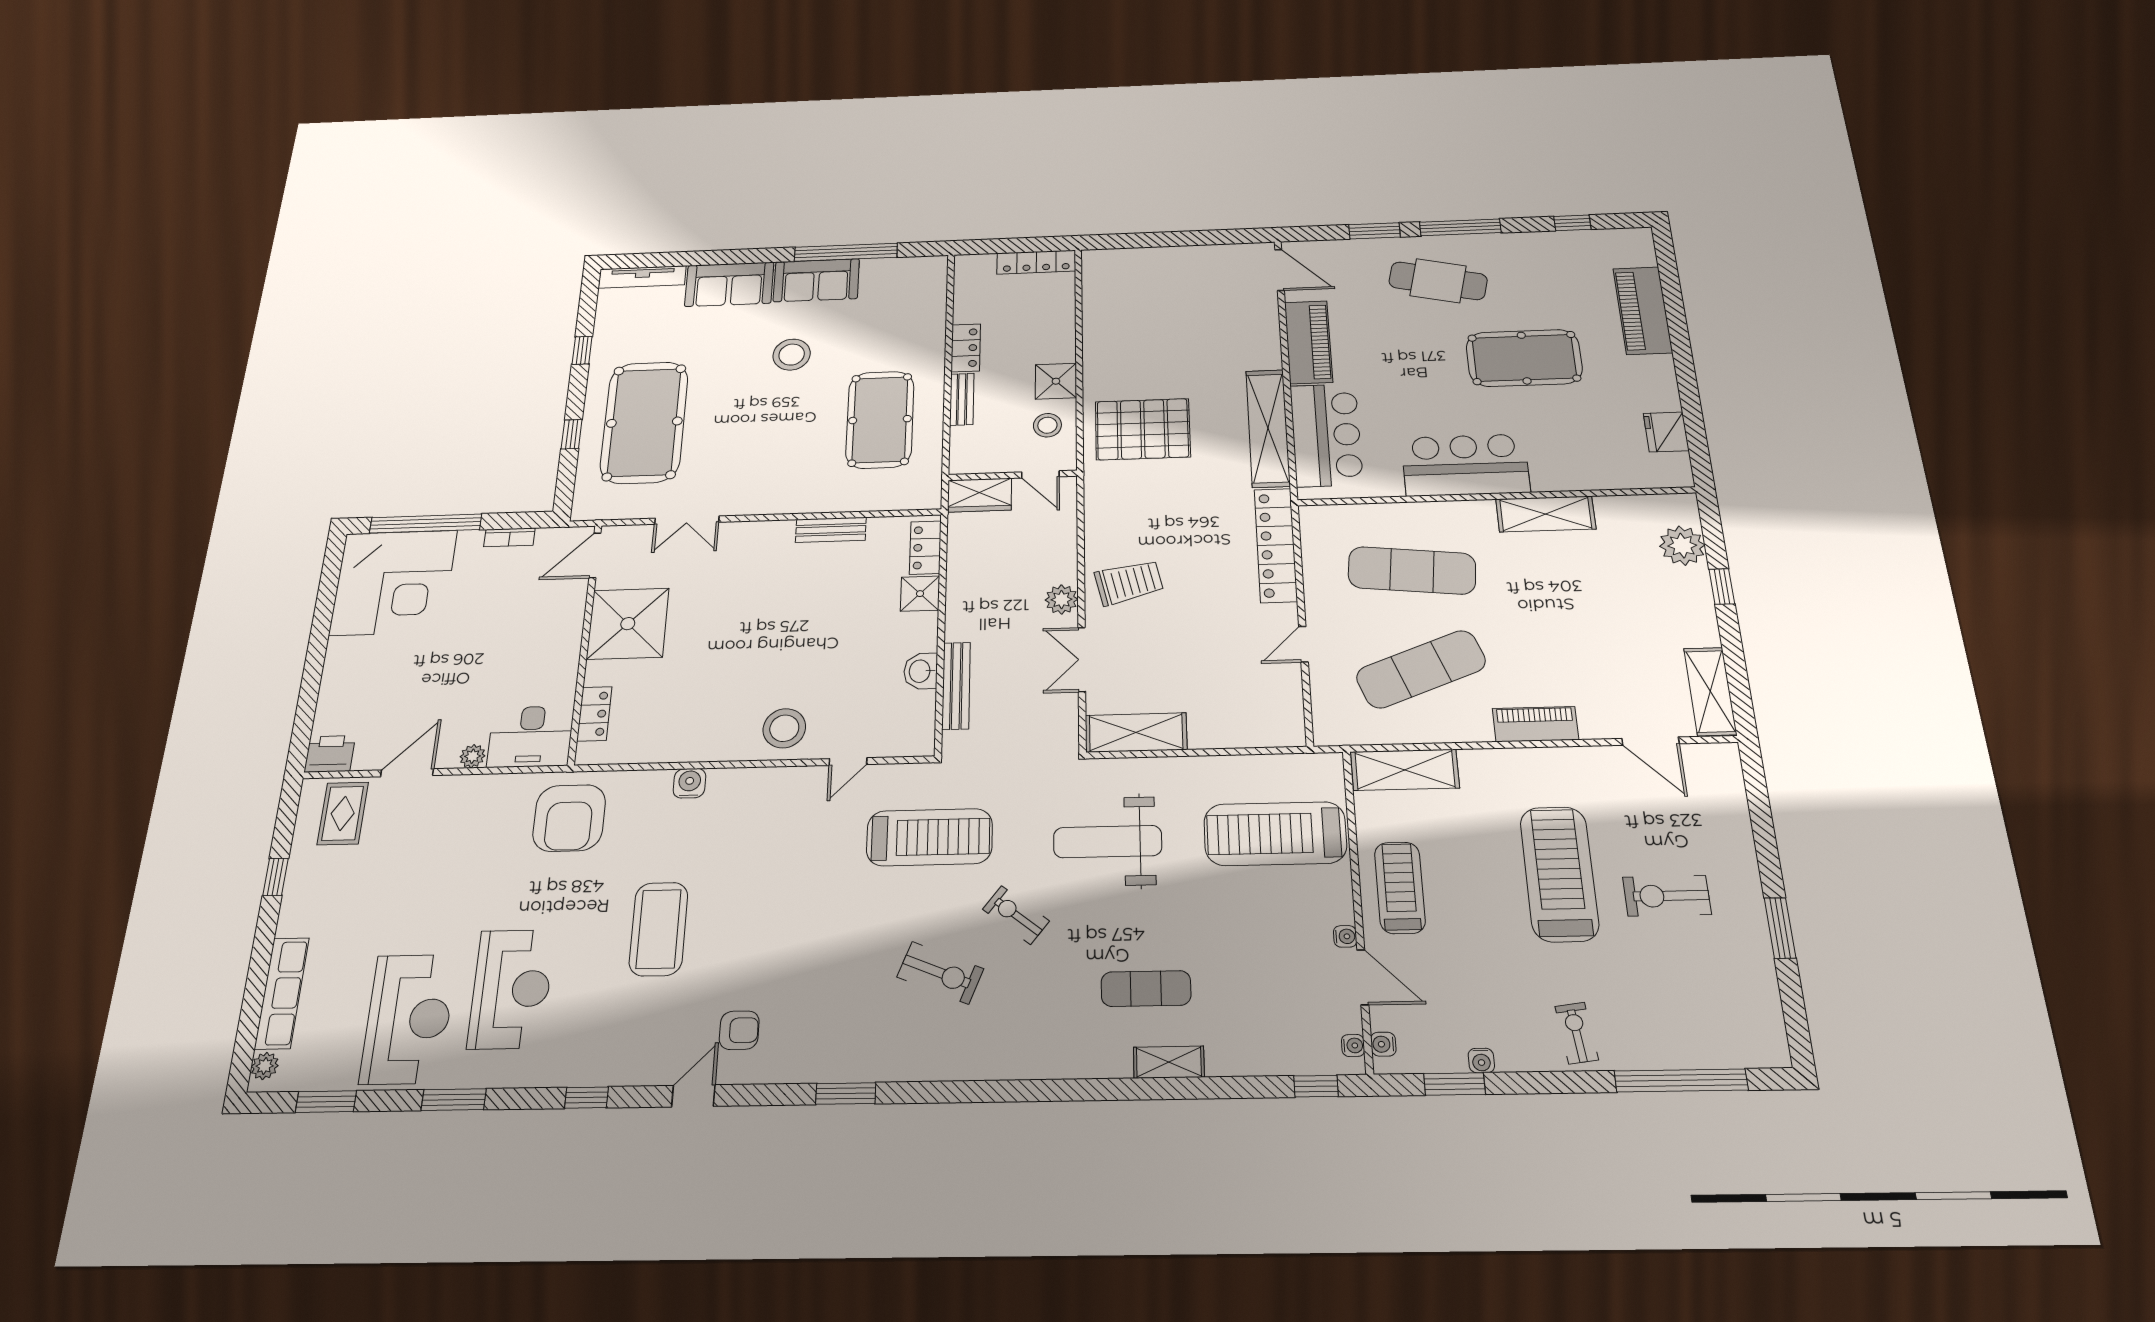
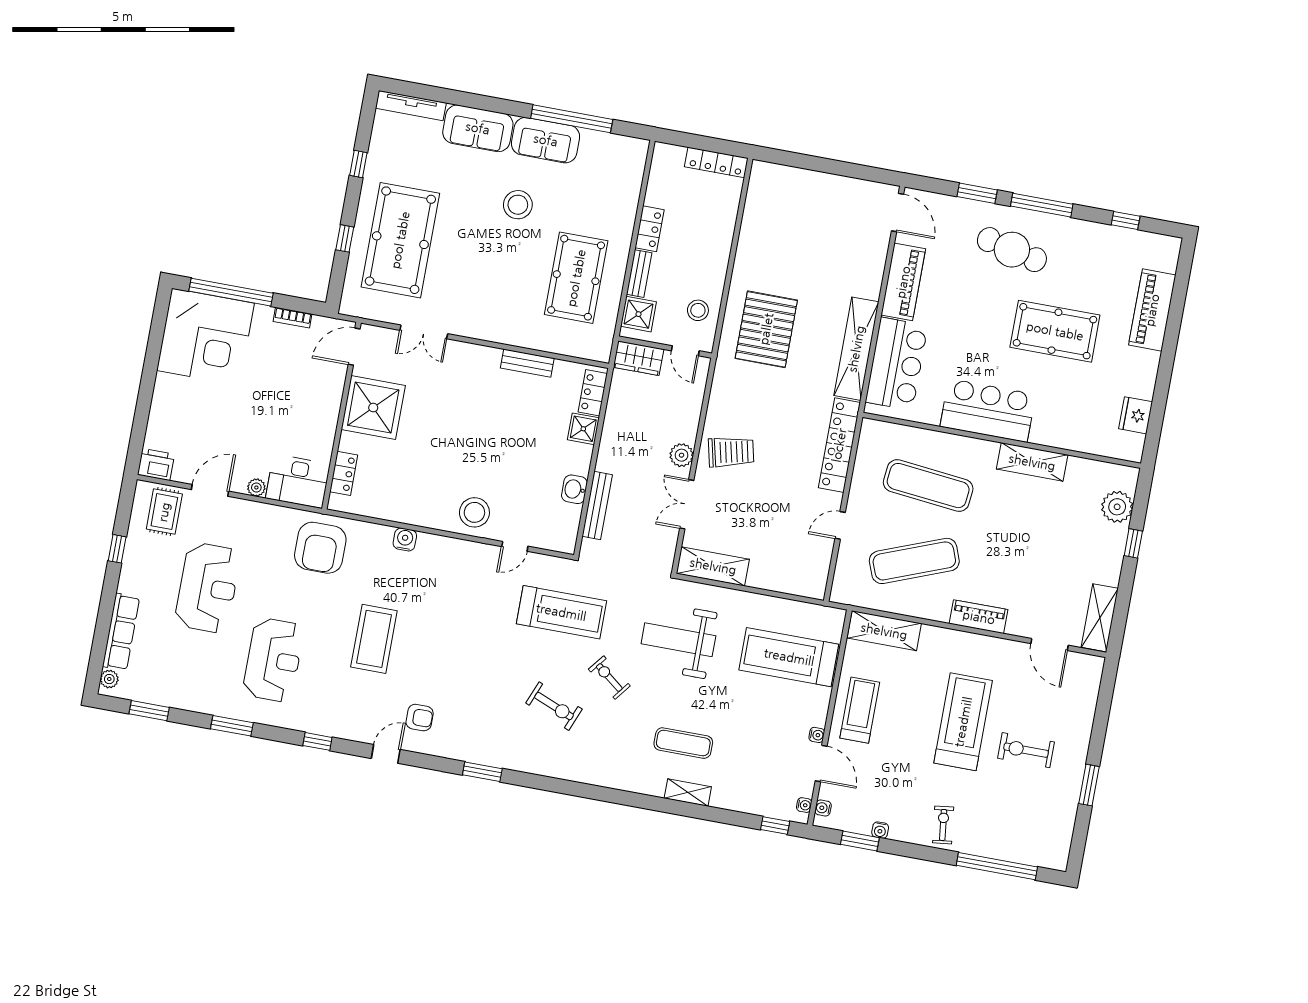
shower: (1056, 381) -> (639, 314), moved
pallet: (1143, 429) -> (766, 329), turned 90
reception desk: (408, 1019) -> (208, 588), moved

